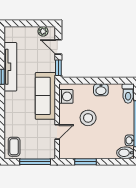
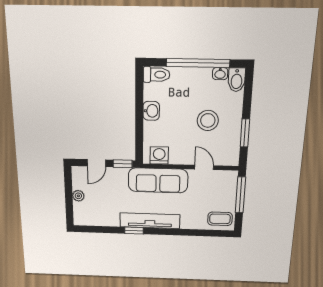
plant: (43, 31) -> (78, 196), moved
tv unit: (10, 67) -> (150, 221), moved
stool: (88, 118) -> (208, 120), moved

